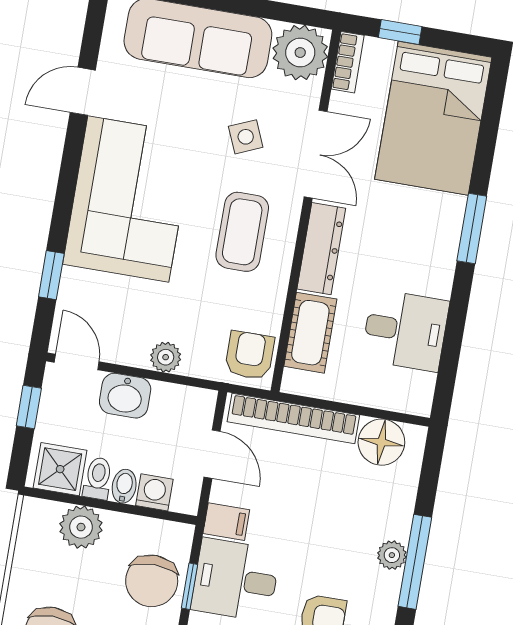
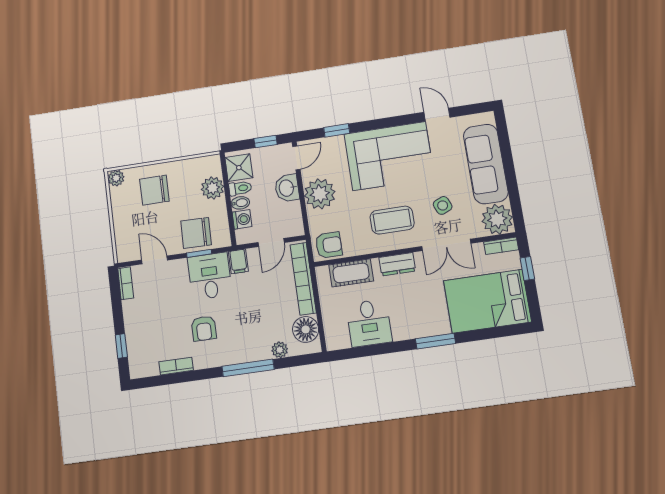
dresser: (321, 249) -> (397, 264), width x0.70
plant: (166, 357) -> (320, 194), width x1.88, depth x1.88
plant: (392, 555) -> (280, 350), moved

